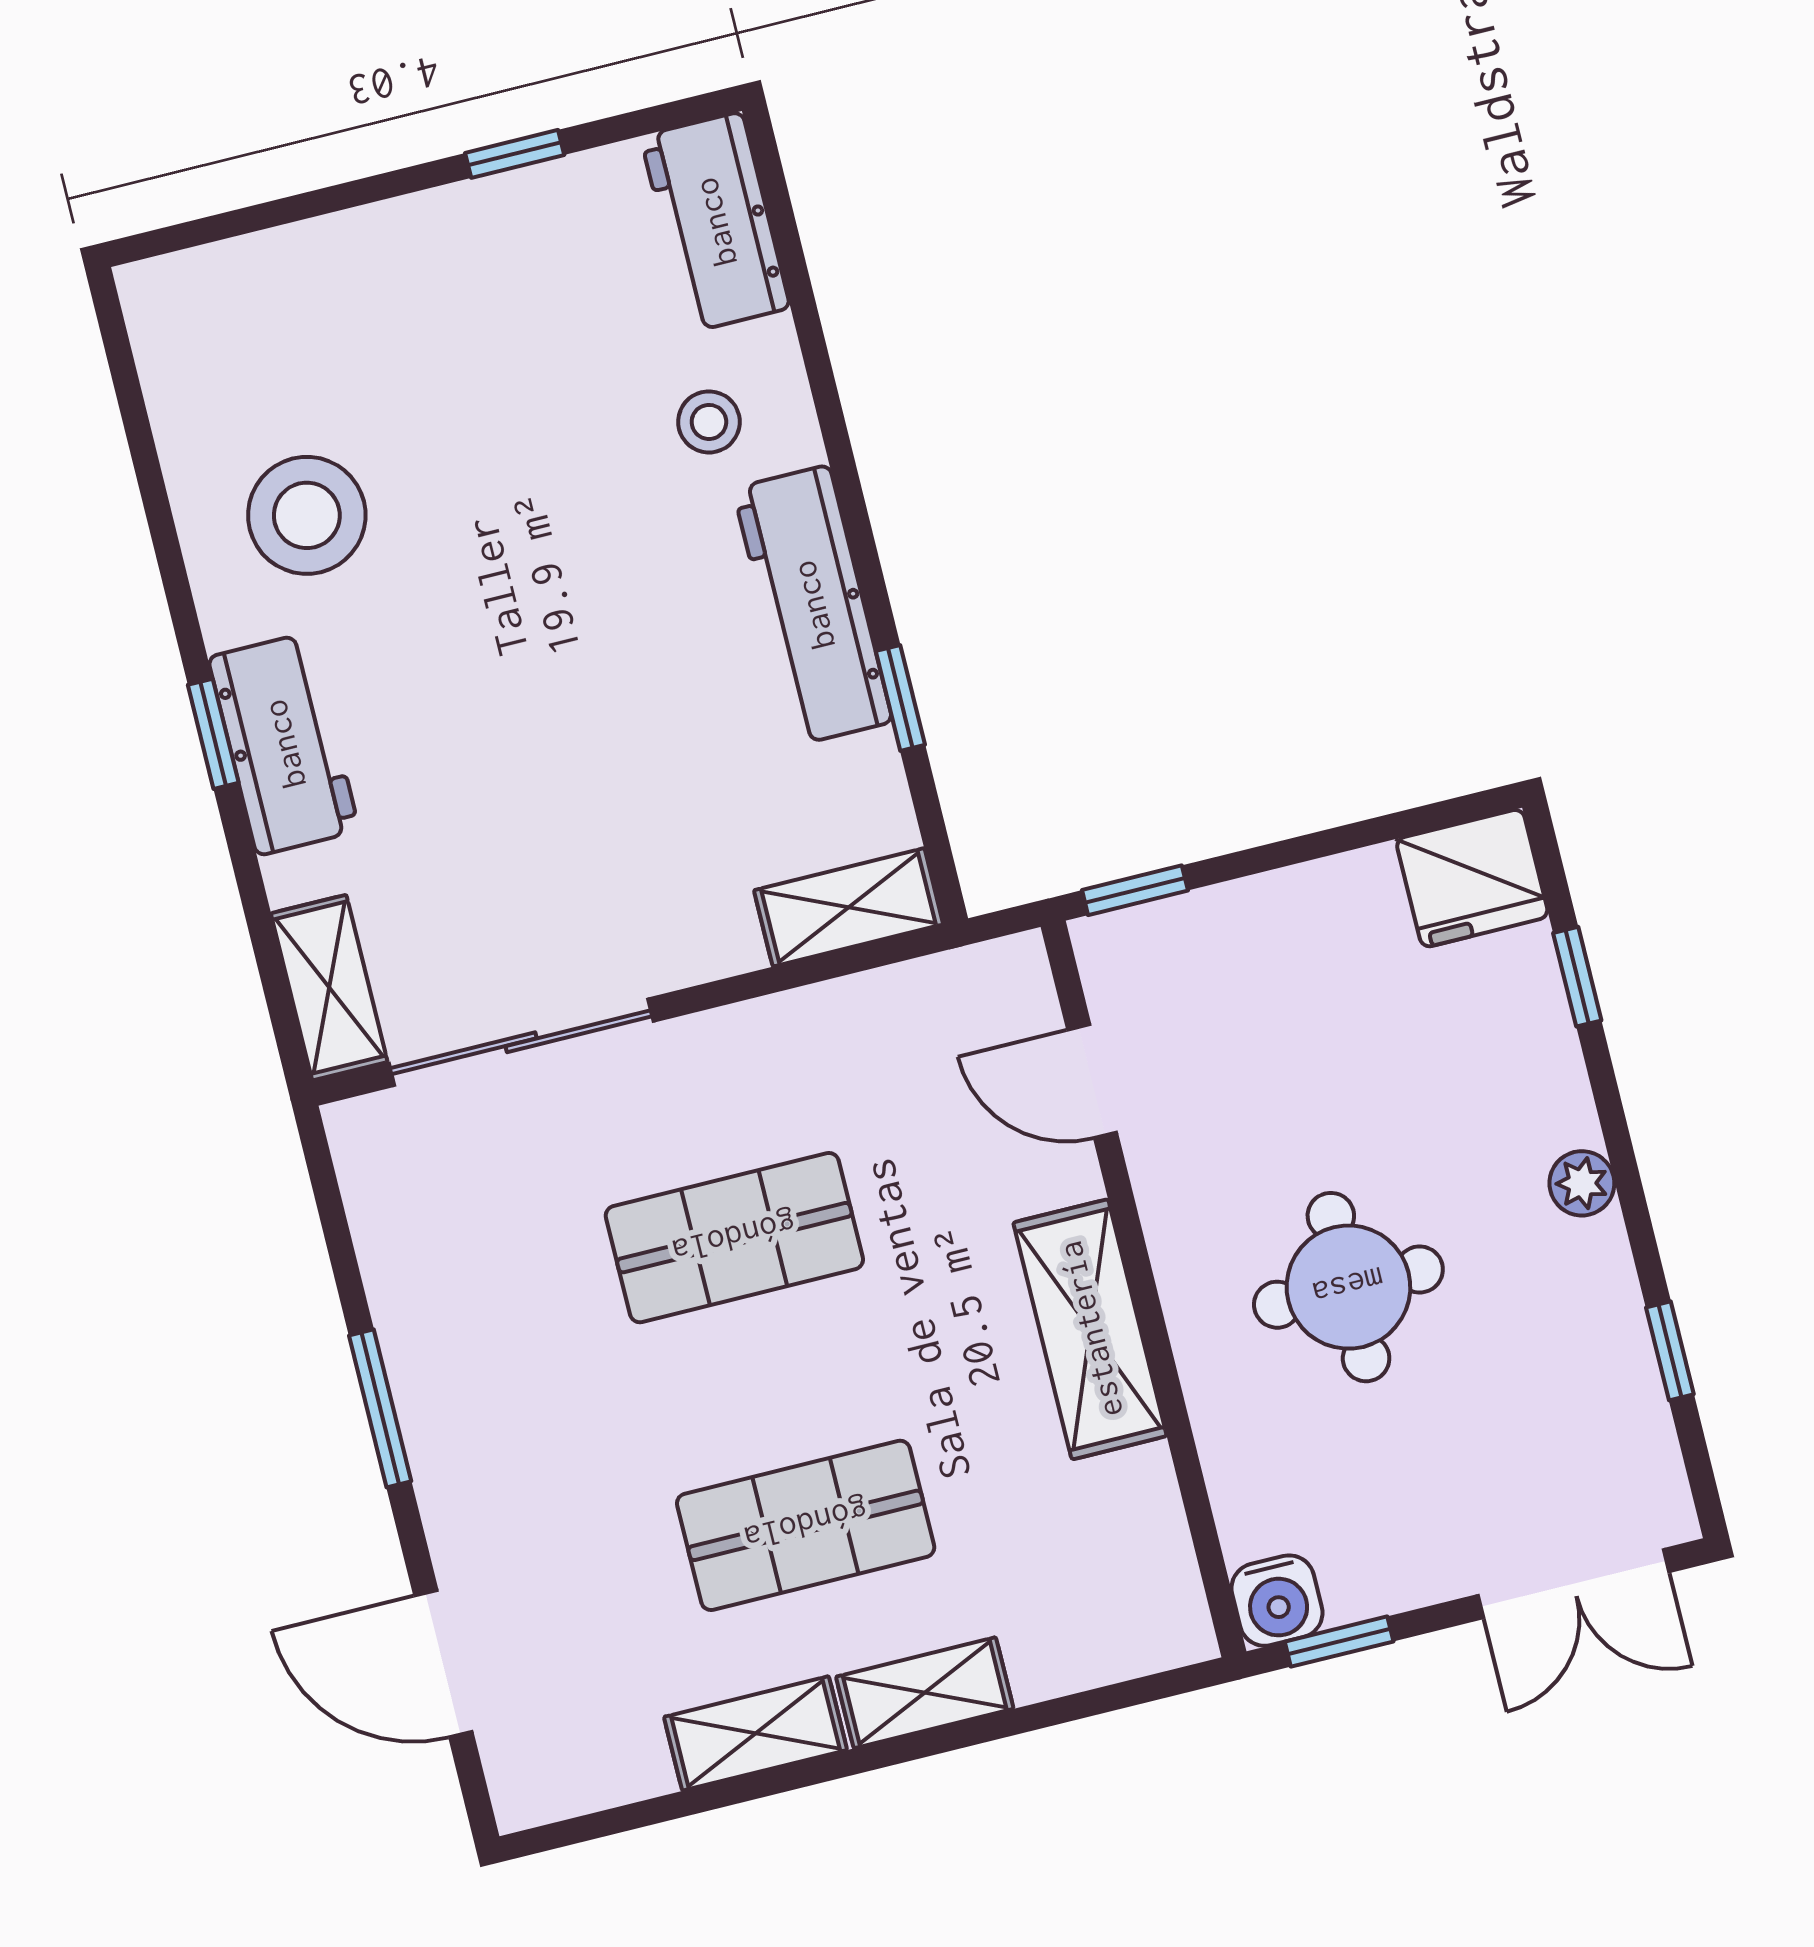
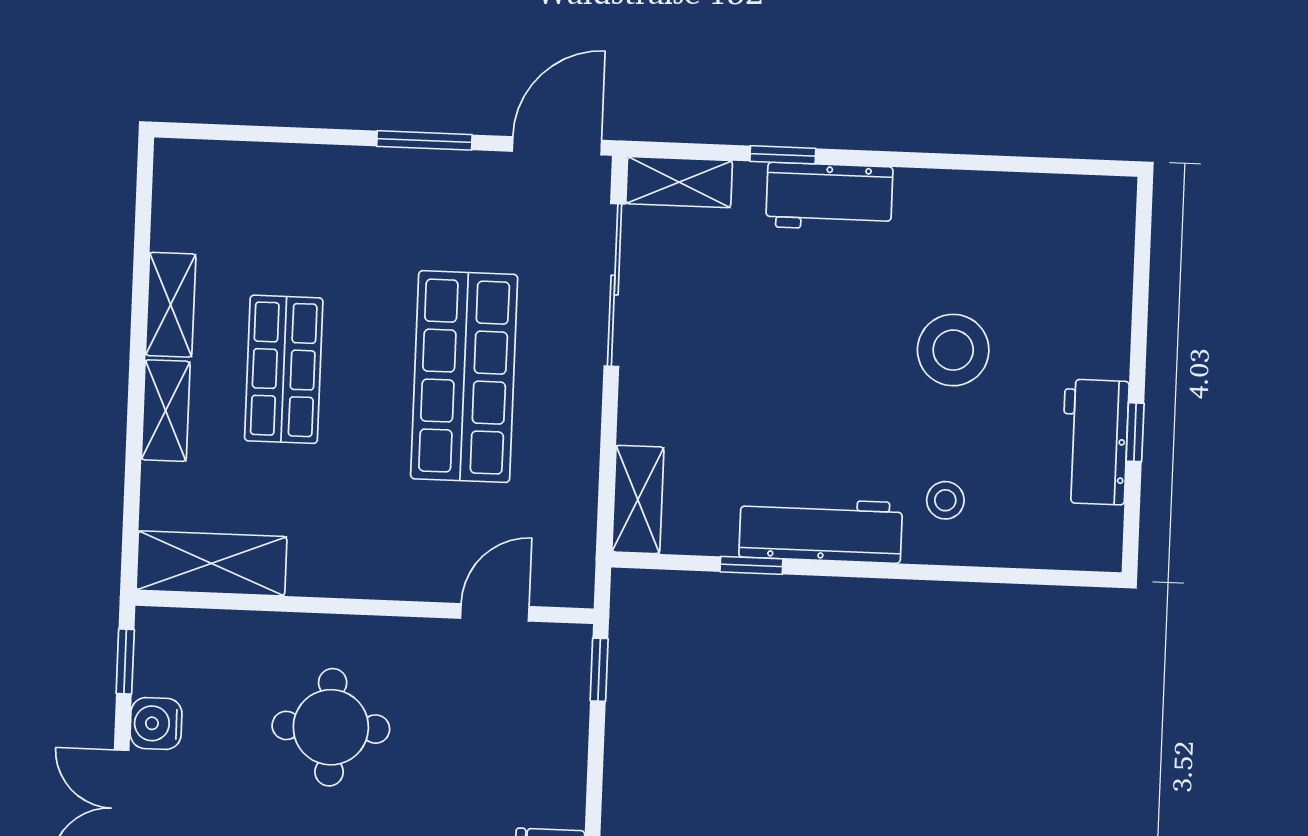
workbench: (715, 222) -> (1095, 442), moved, turned -90
stool: (307, 515) -> (953, 350), moved
window: (213, 734) -> (783, 155), moved
shop shelf: (734, 1238) -> (464, 377), width x1.43, depth x1.36
shelving: (1090, 1329) -> (211, 563), moved
water cooler: (1277, 1601) -> (156, 723), moved
door: (443, 1664) -> (557, 146), moved

